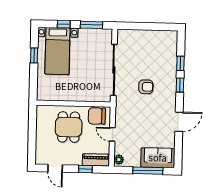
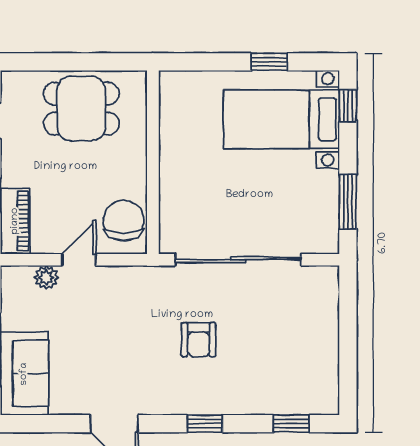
window: (64, 24) -> (348, 106), moved
window: (180, 63) -> (291, 424), moved
dining table: (69, 127) -> (81, 109), moved
plant: (119, 160) -> (46, 277), moved

